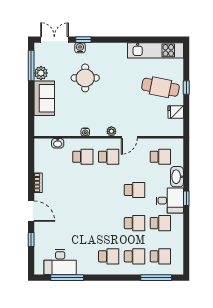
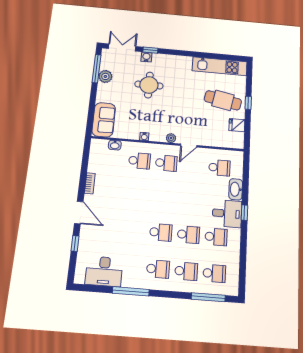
sofa: (44, 98) -> (104, 120), moved
school desk: (135, 190) -> (161, 232), moved
window: (67, 278) -> (131, 291), moved

